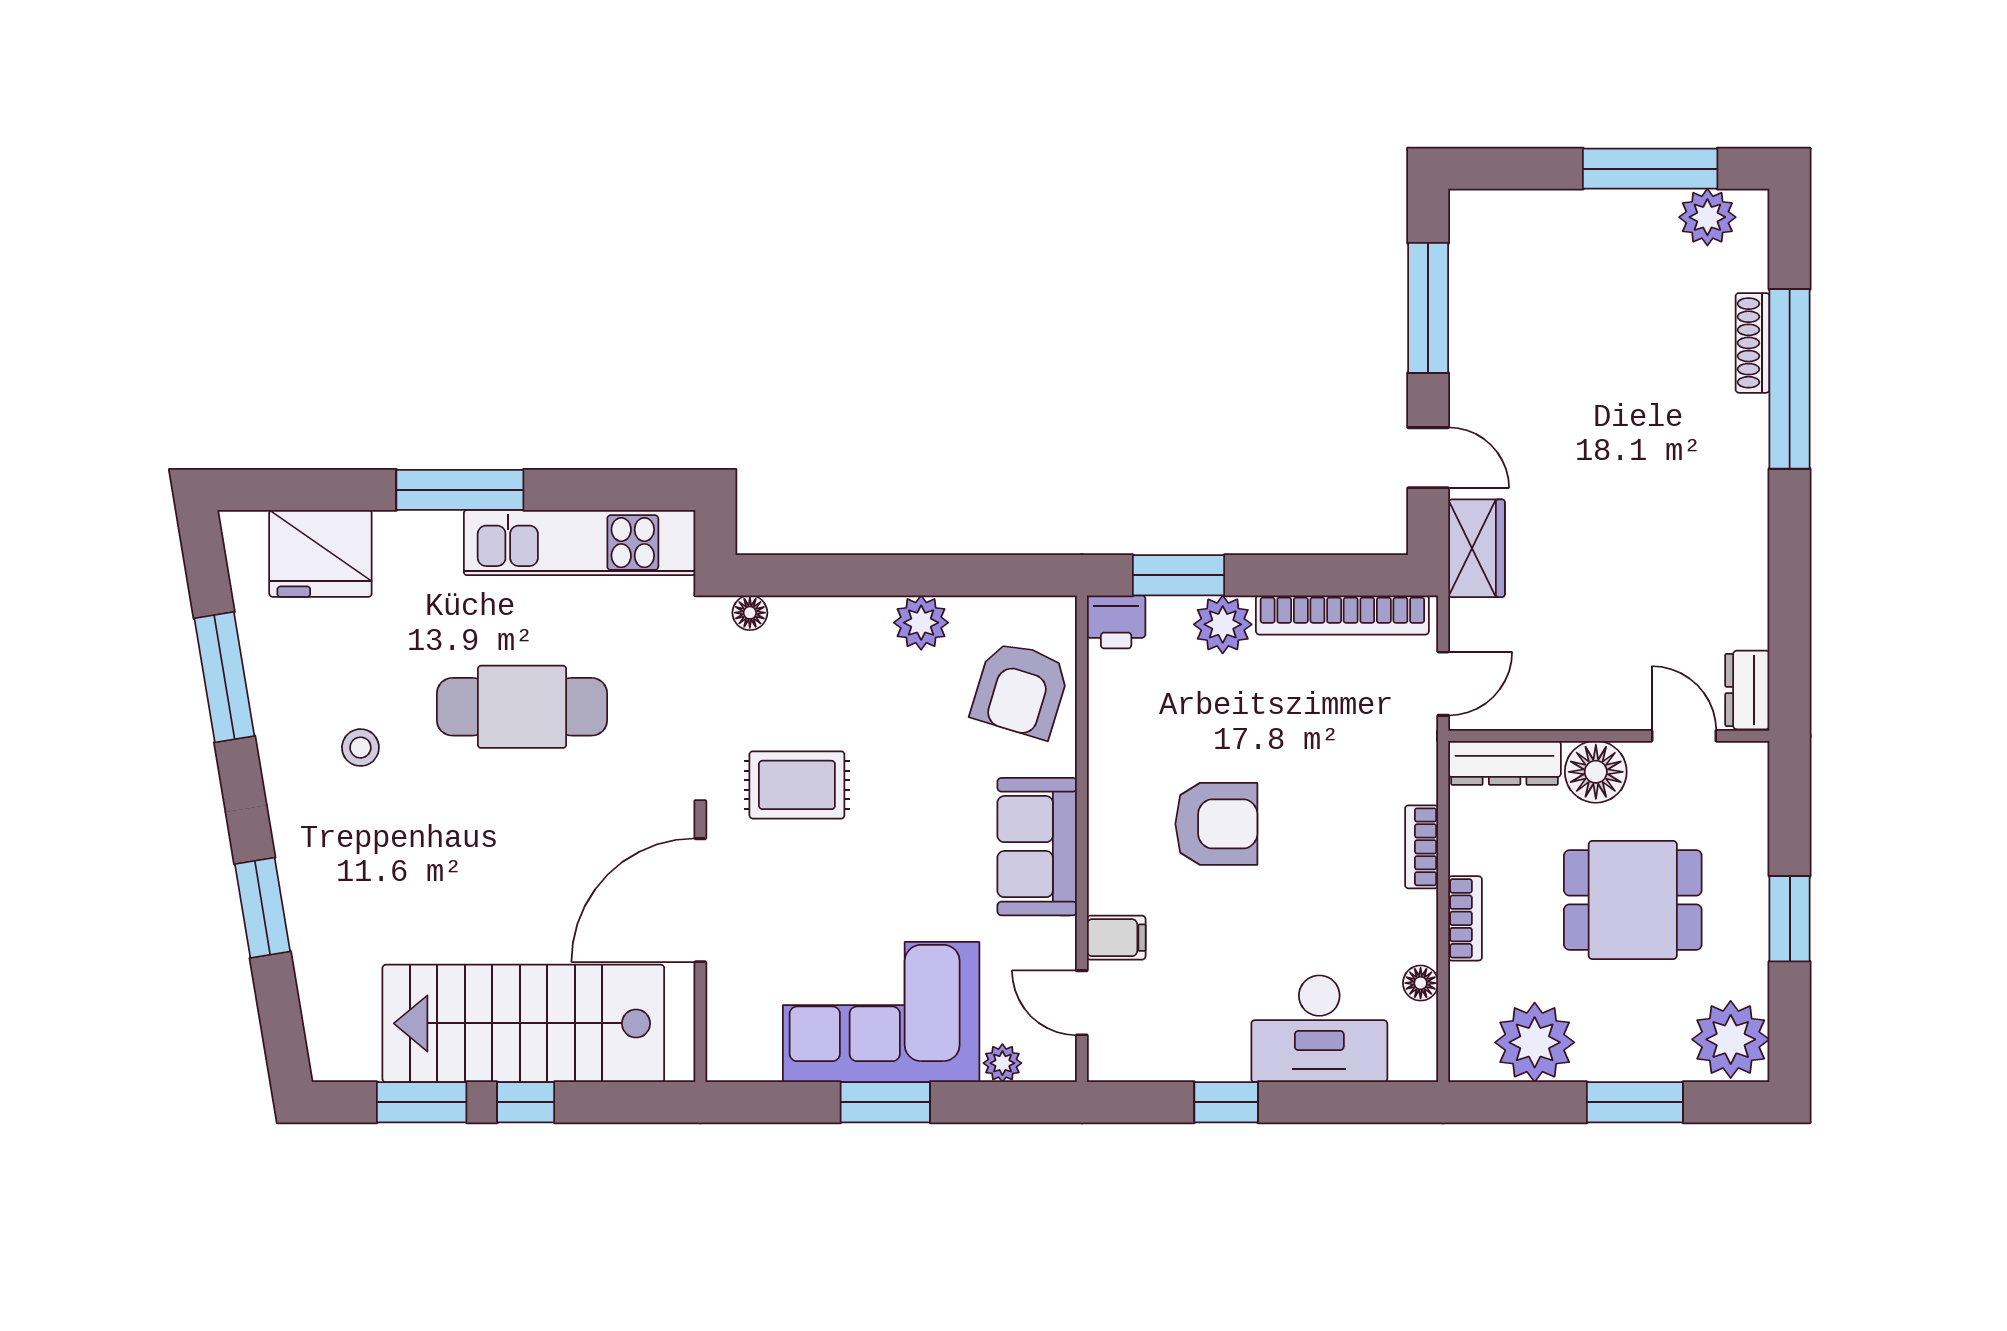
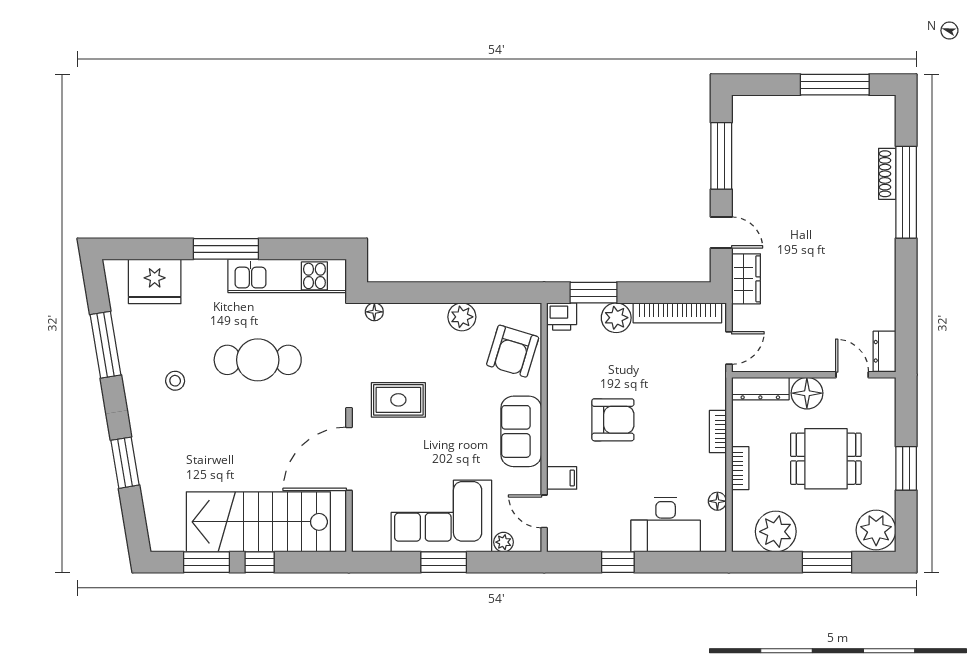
plant: (1707, 217) -> (864, 109), removed

